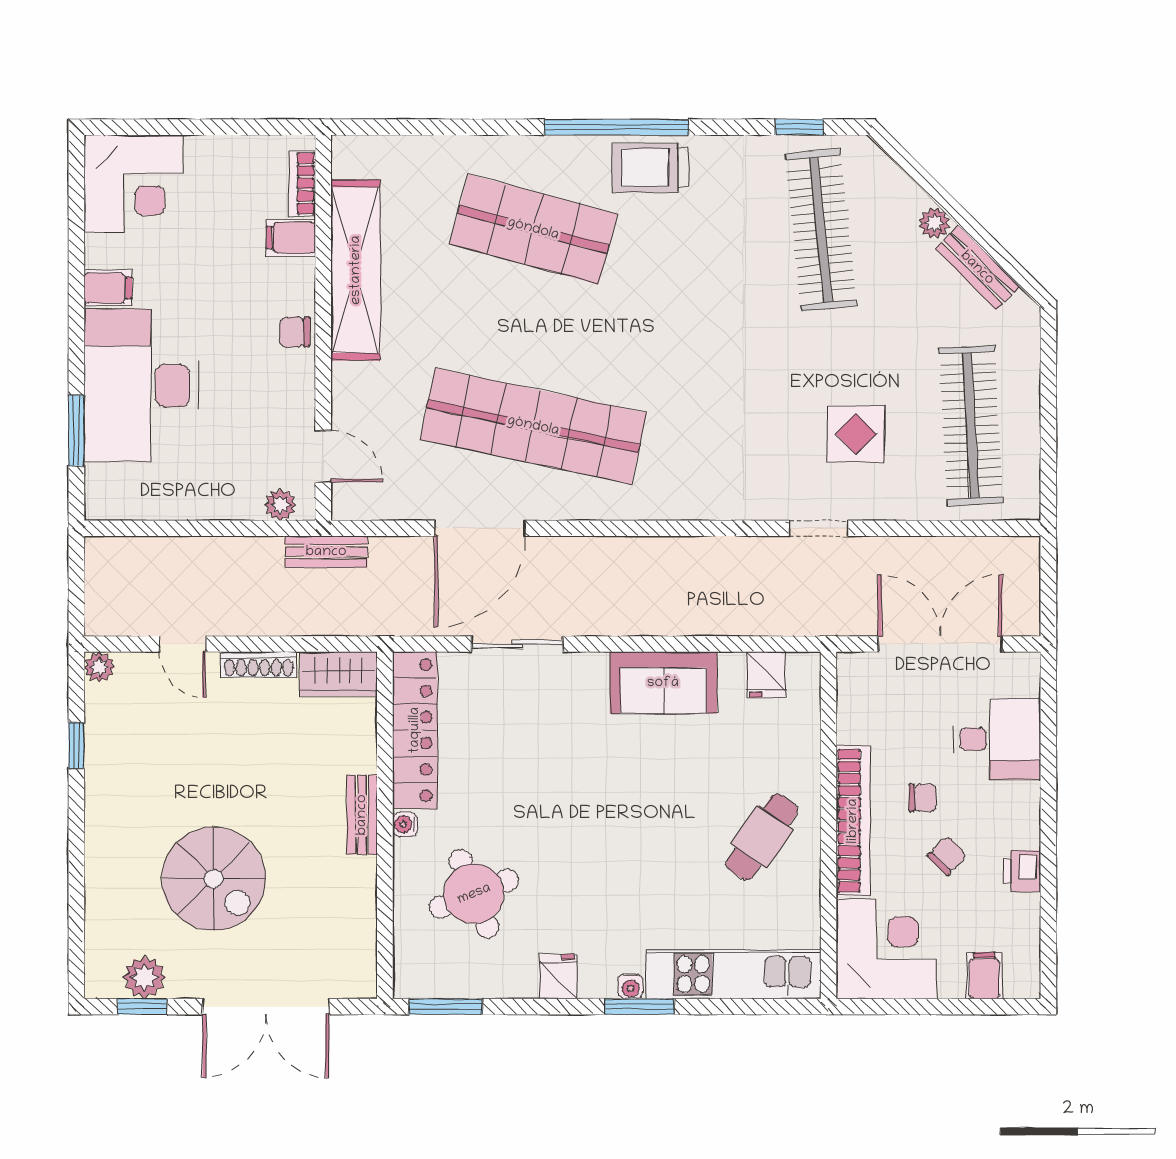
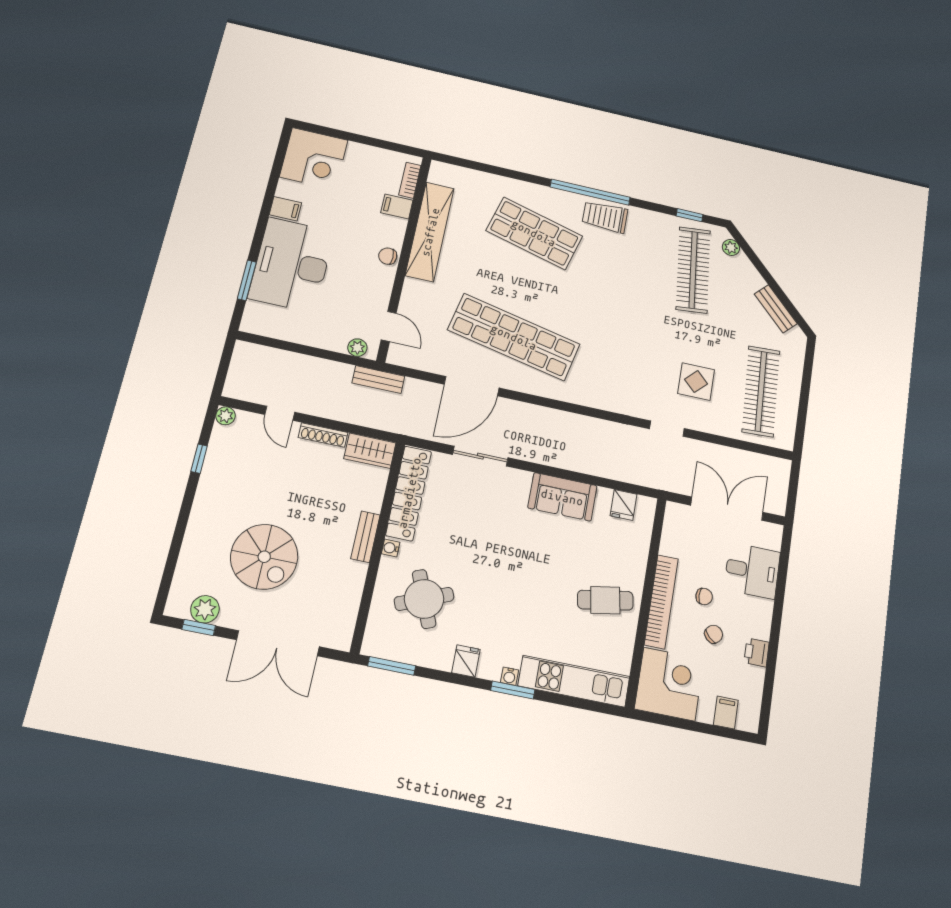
plant: (934, 223) -> (731, 247), moved
cafe table: (762, 837) -> (605, 600), turned 45

